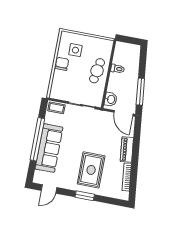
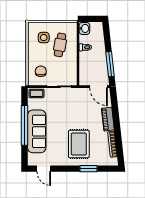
chair: (62, 64) -> (41, 71), moved
cafe table: (97, 71) -> (60, 45), moved
washbasin: (111, 99) -> (84, 28), moved
door: (49, 189) -> (44, 169), hinge flipped
window: (85, 196) -> (89, 169), moved

